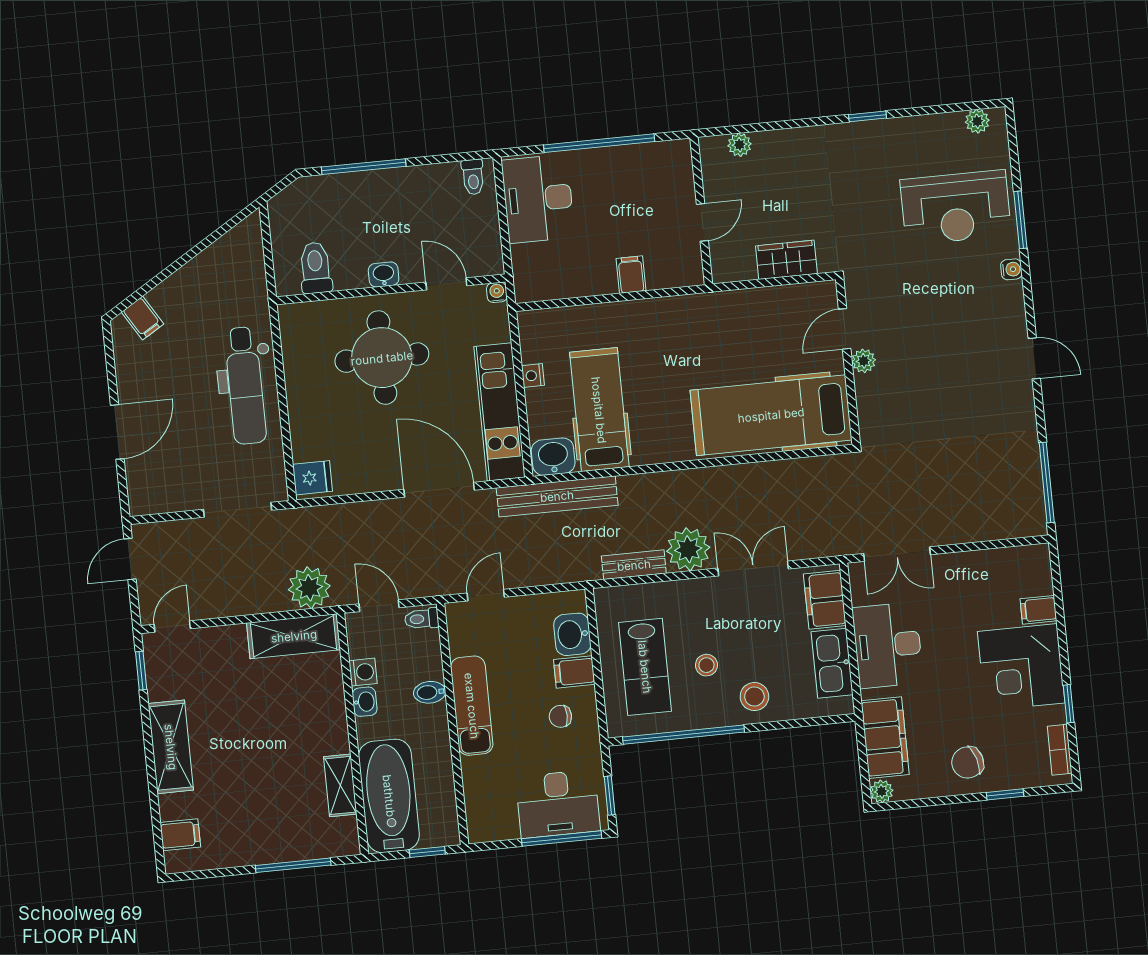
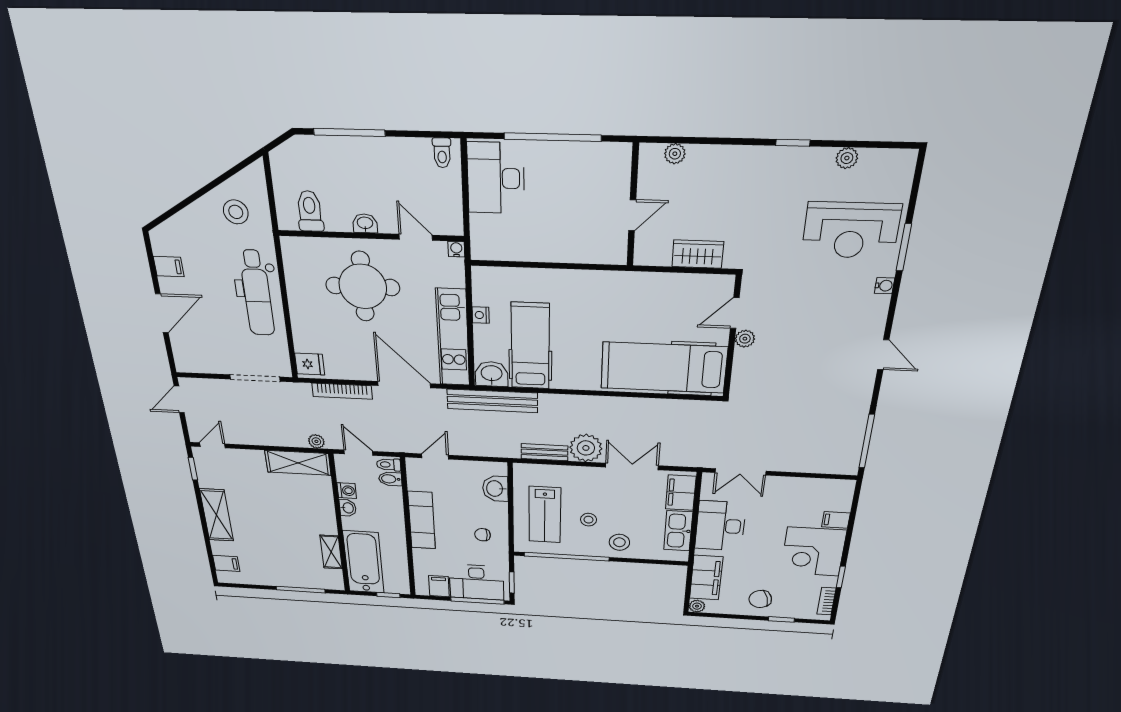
plant: (977, 121) -> (847, 158), moved
filing cabinet: (631, 275) -> (567, 249), removed
stool: (223, 281) -> (236, 212), added
filing cabinet: (142, 318) -> (169, 267), moved, turned -58
bookcase: (356, 512) -> (342, 391), added
plant: (309, 588) -> (316, 441), width x0.53, depth x0.53
filing cabinet: (574, 672) -> (439, 586), moved, turned 90
bidet: (430, 692) -> (390, 479), moved

